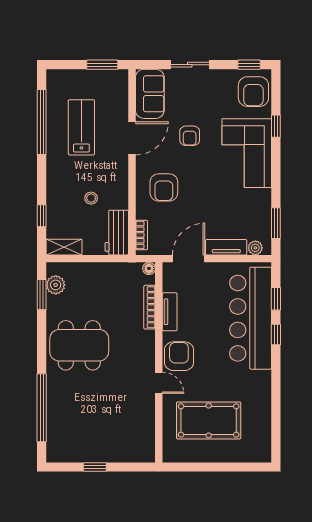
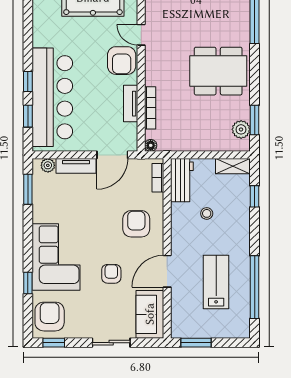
lab bench: (81, 127) -> (216, 282), turned 180

